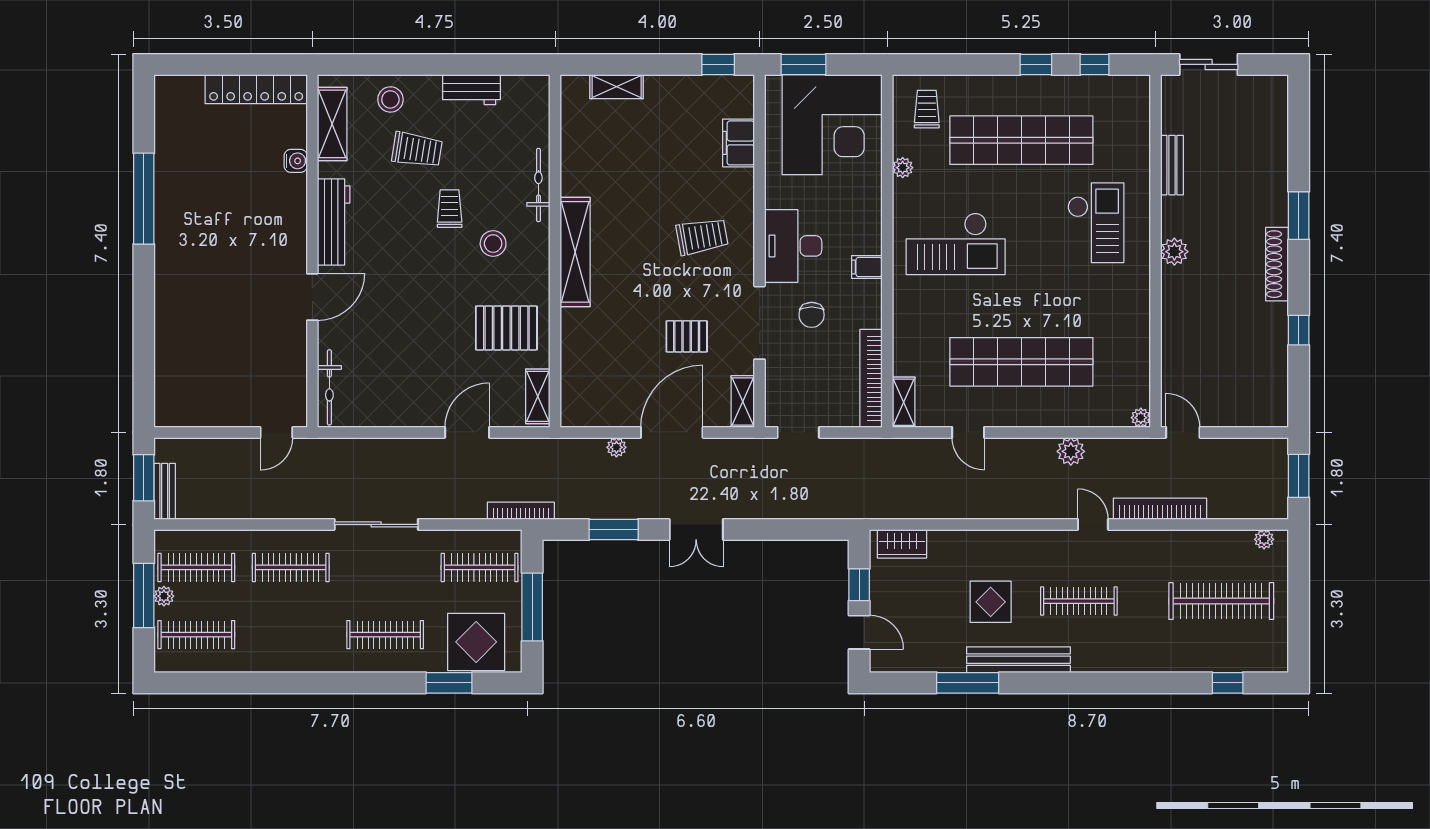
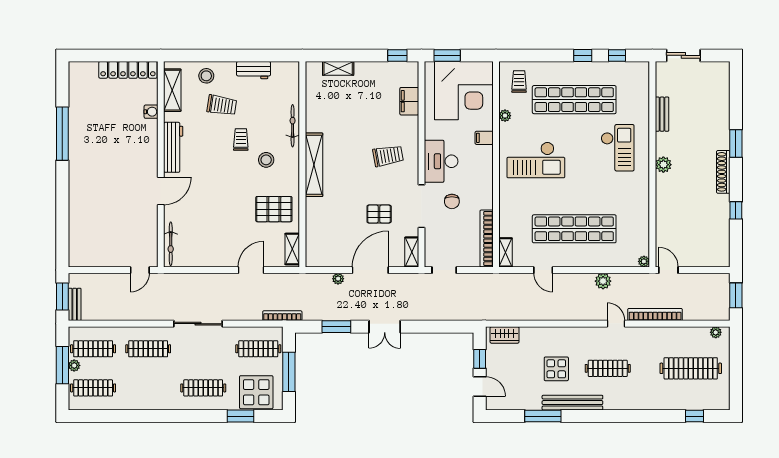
filing cabinet: (867, 267) -> (484, 138), moved

